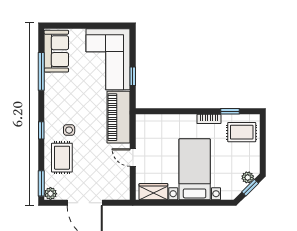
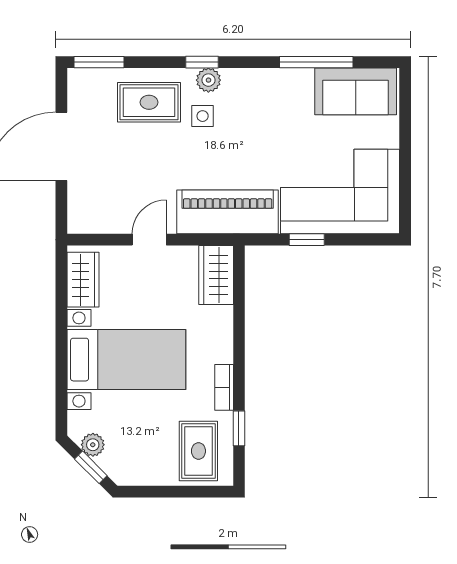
wardrobe: (151, 123) -> (216, 275), added
plant: (248, 177) -> (93, 445), moved
plant: (50, 194) -> (208, 80), moved

